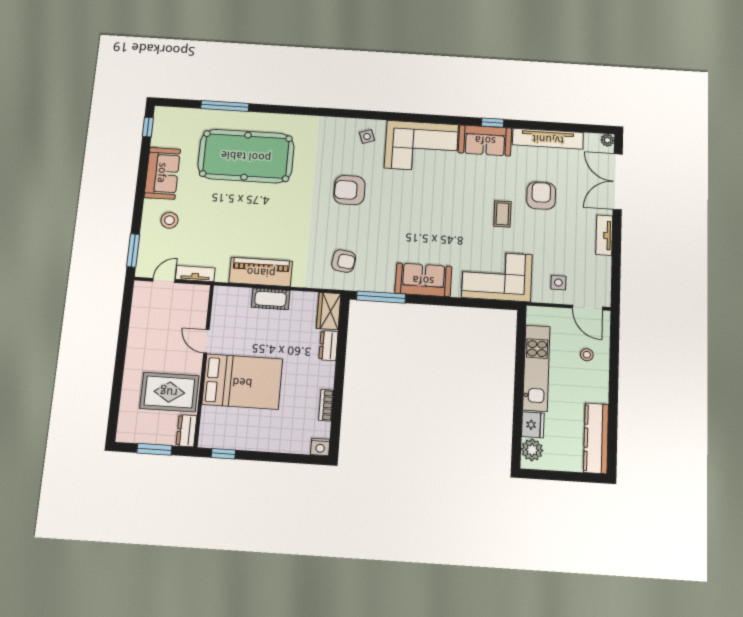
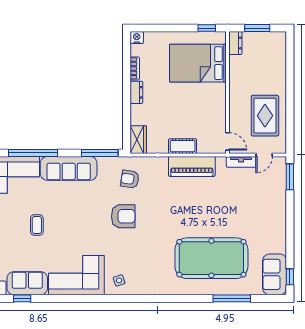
sofa: (162, 173) -> (275, 274), moved
armchair: (349, 190) -> (123, 216), moved
coffee table: (502, 214) -> (37, 225), moved
stool: (169, 220) -> (265, 203), removed
sofa: (423, 280) -> (69, 168), width x1.36
window: (469, 303) -> (33, 153), added
door: (206, 341) -> (227, 141), moved
dresser: (328, 346) -> (136, 92), moved
bed: (242, 382) -> (198, 63), moved
rug: (169, 392) -> (265, 116), moved, turned 90

